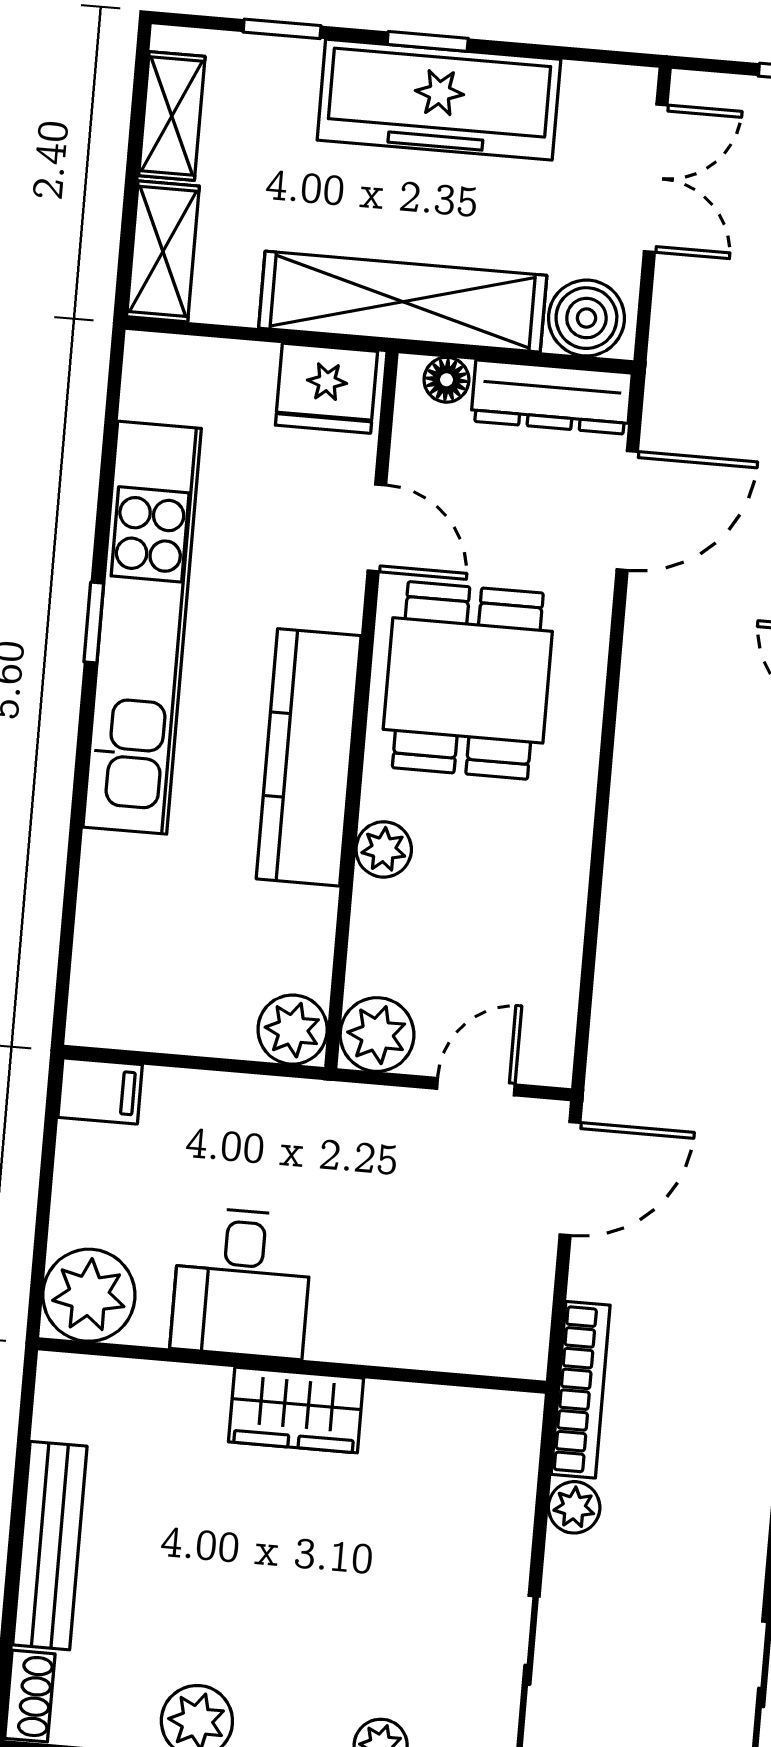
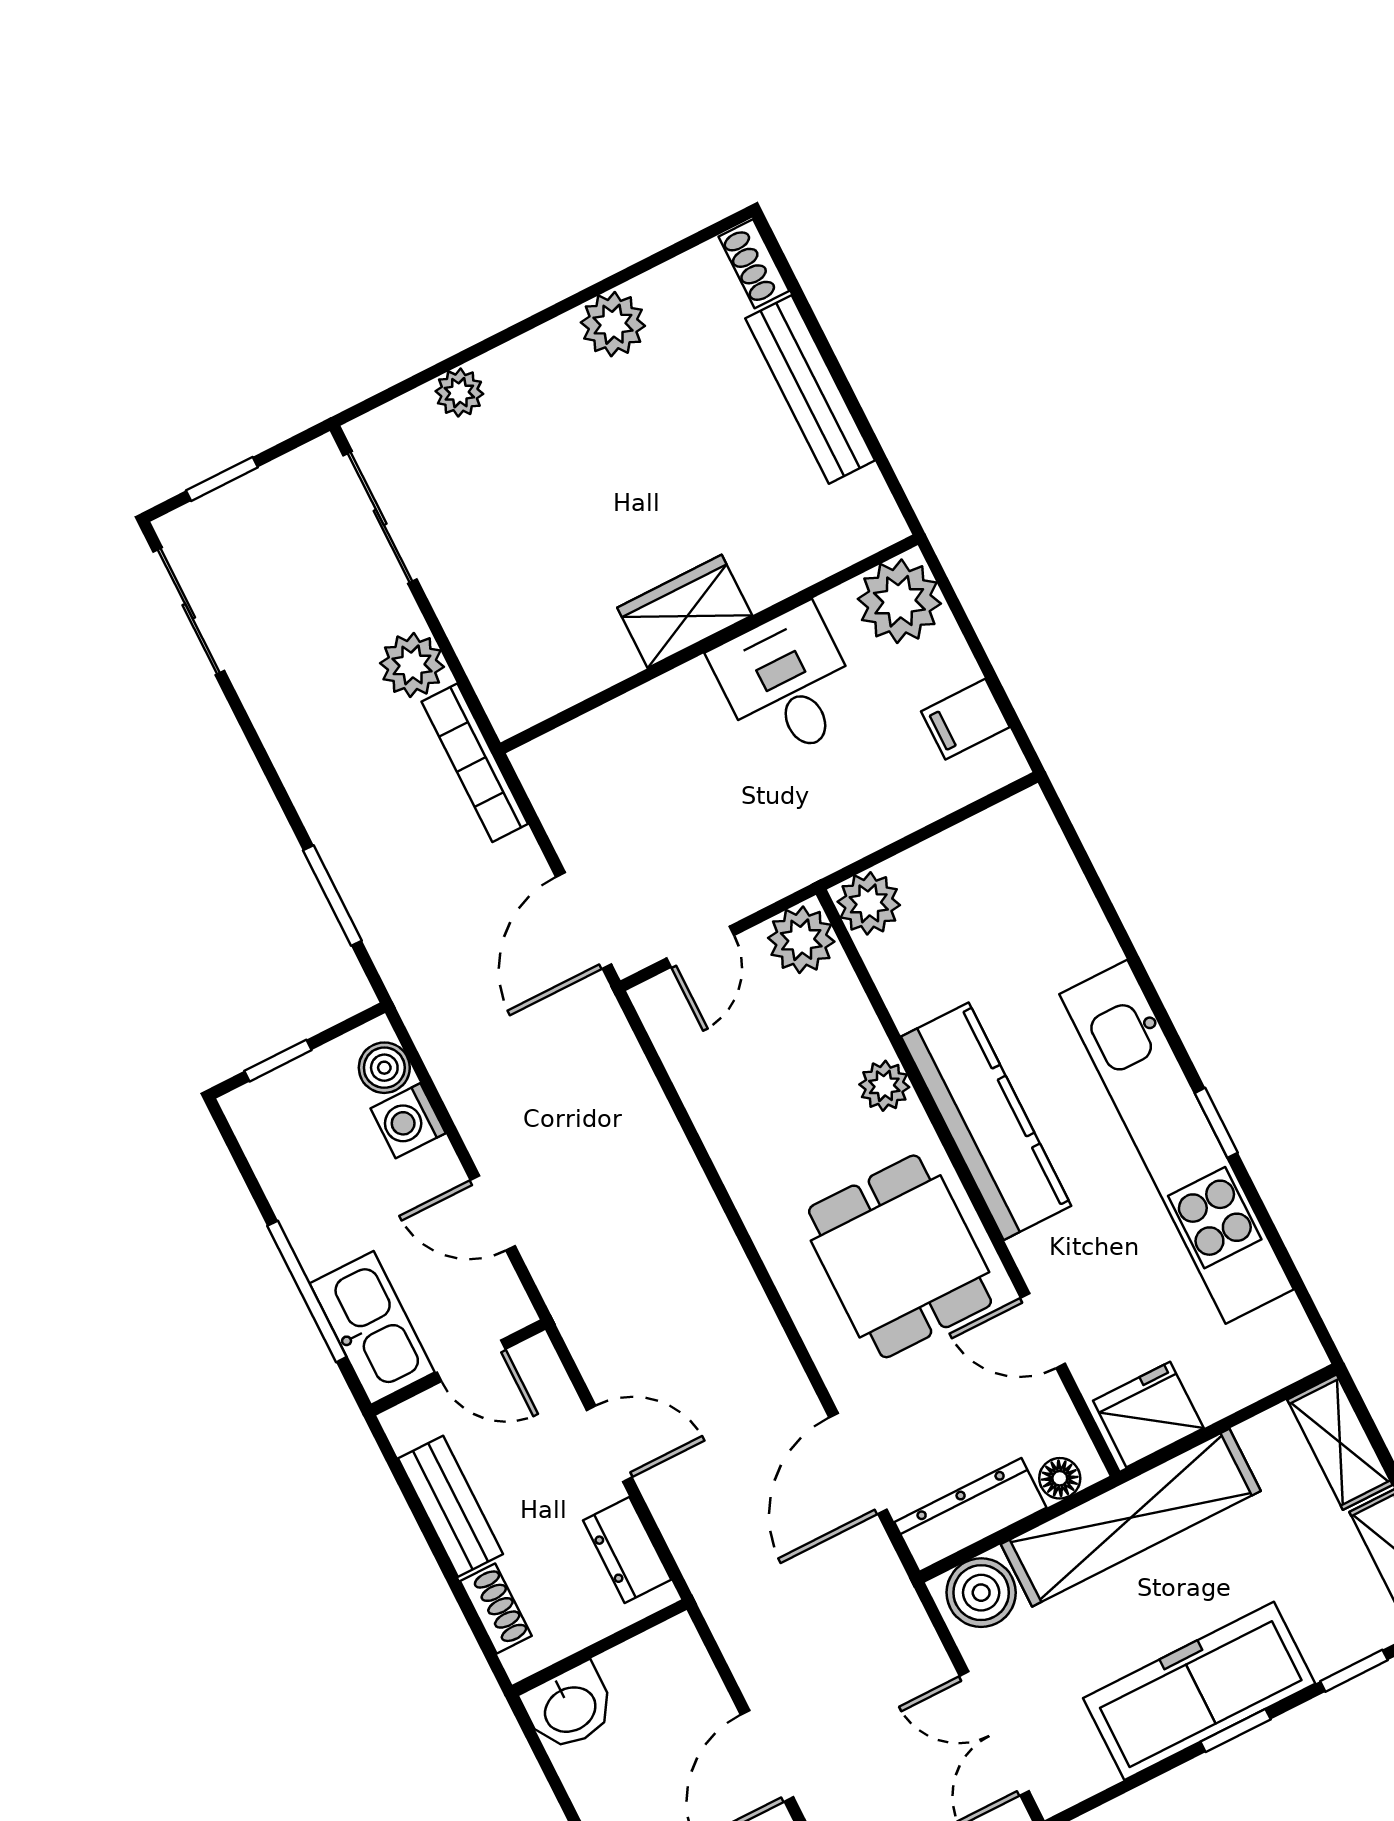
filing cabinet: (100, 1091) -> (965, 719), moved
plant: (574, 1507) -> (412, 665), width x1.38, depth x1.38

